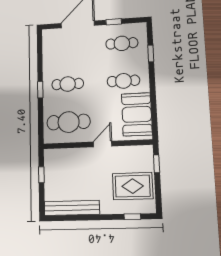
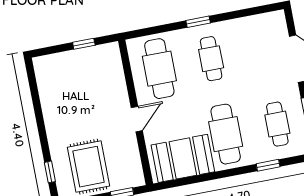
cafe table: (123, 81) -> (226, 134), width x1.37, depth x1.35
door: (103, 144) -> (137, 119), hinge flipped
bench: (72, 208) -> (47, 92), removed

